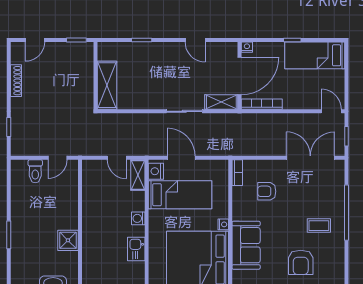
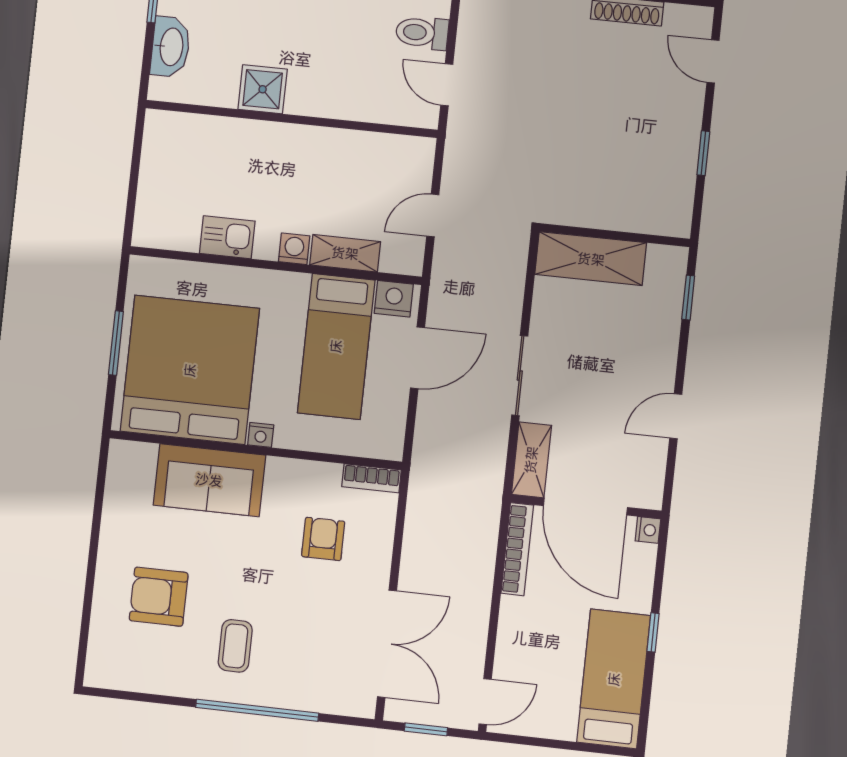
wall: (95, 76) -> (615, 235), moved
shelving: (107, 85) -> (591, 259), moved
shelving: (138, 175) -> (345, 253), moved

